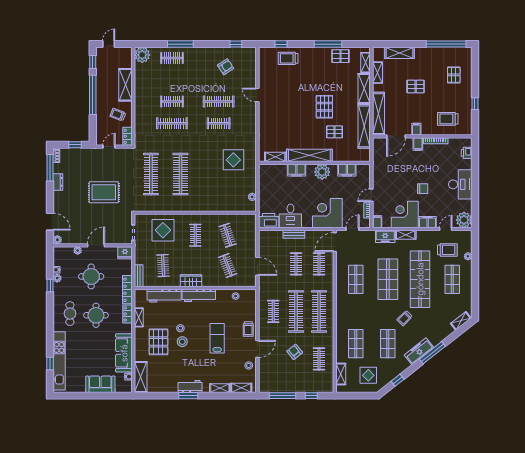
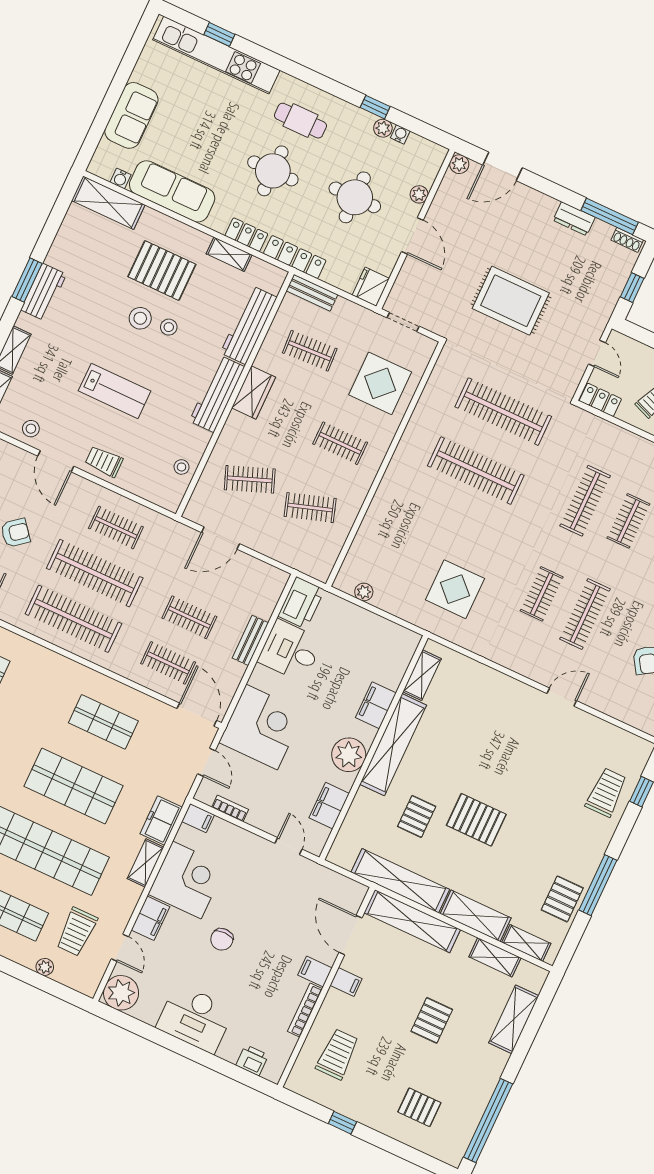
rug: (104, 192) -> (511, 301), turned 90
door: (371, 195) -> (289, 846), moved

